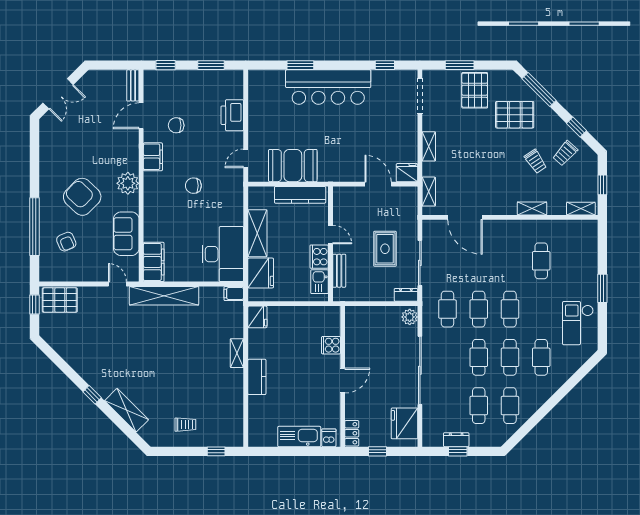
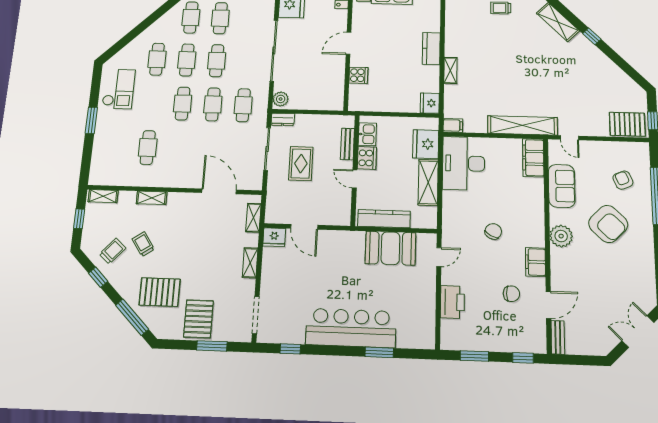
chair: (193, 186) -> (493, 231), turned -62

